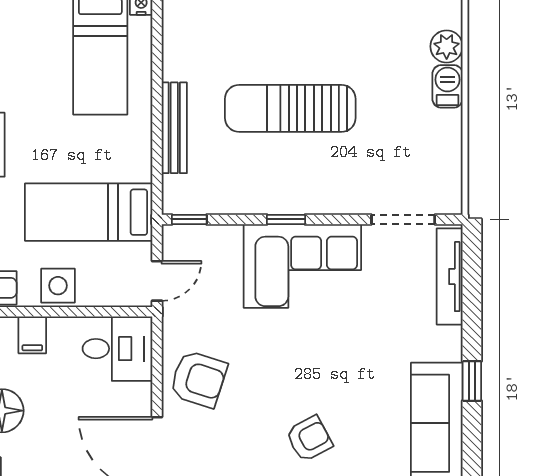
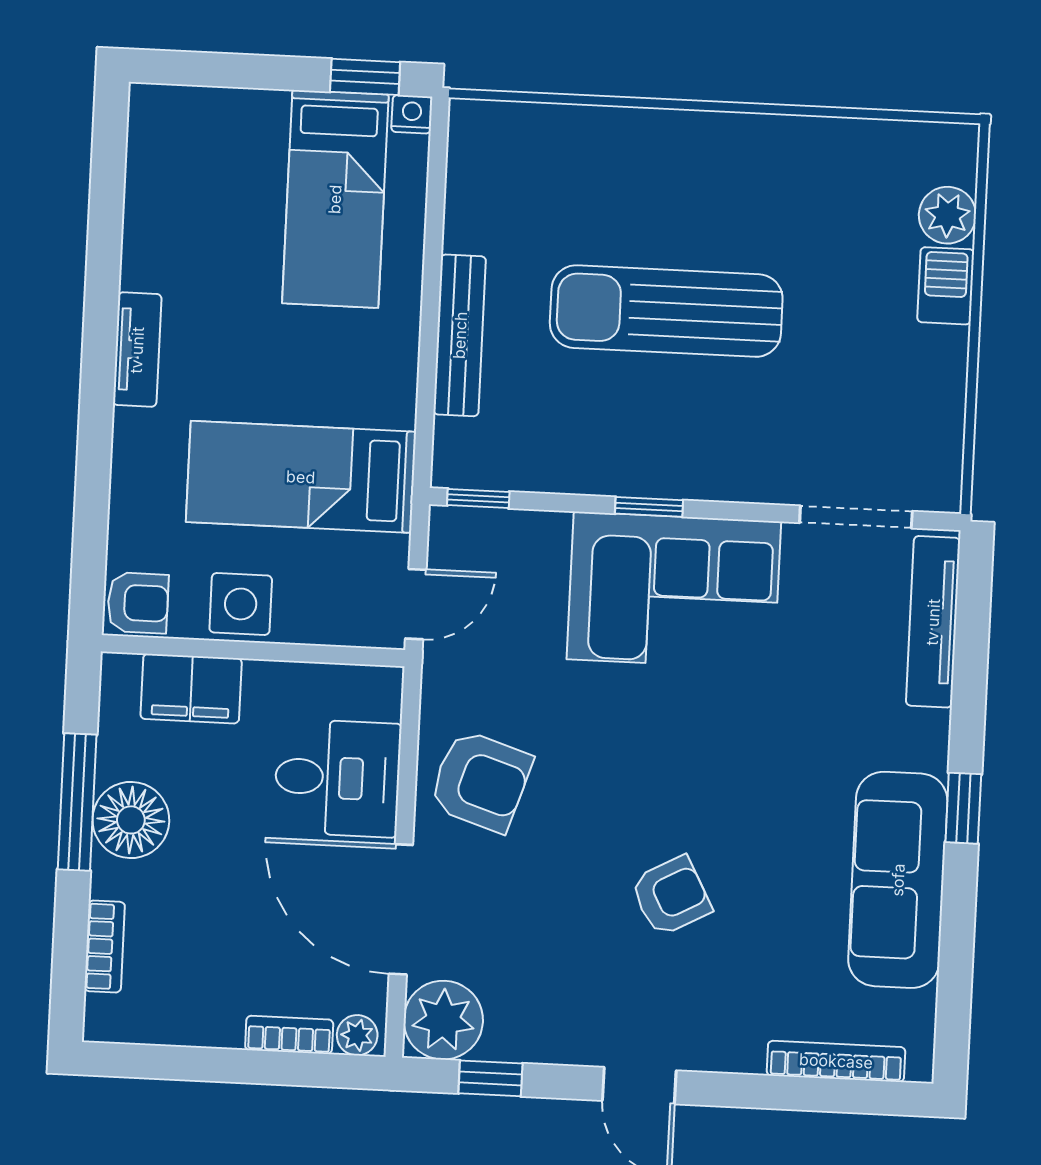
filing cabinet: (32, 335) -> (191, 689), width x2.00
desk: (117, 349) -> (337, 778), moved

